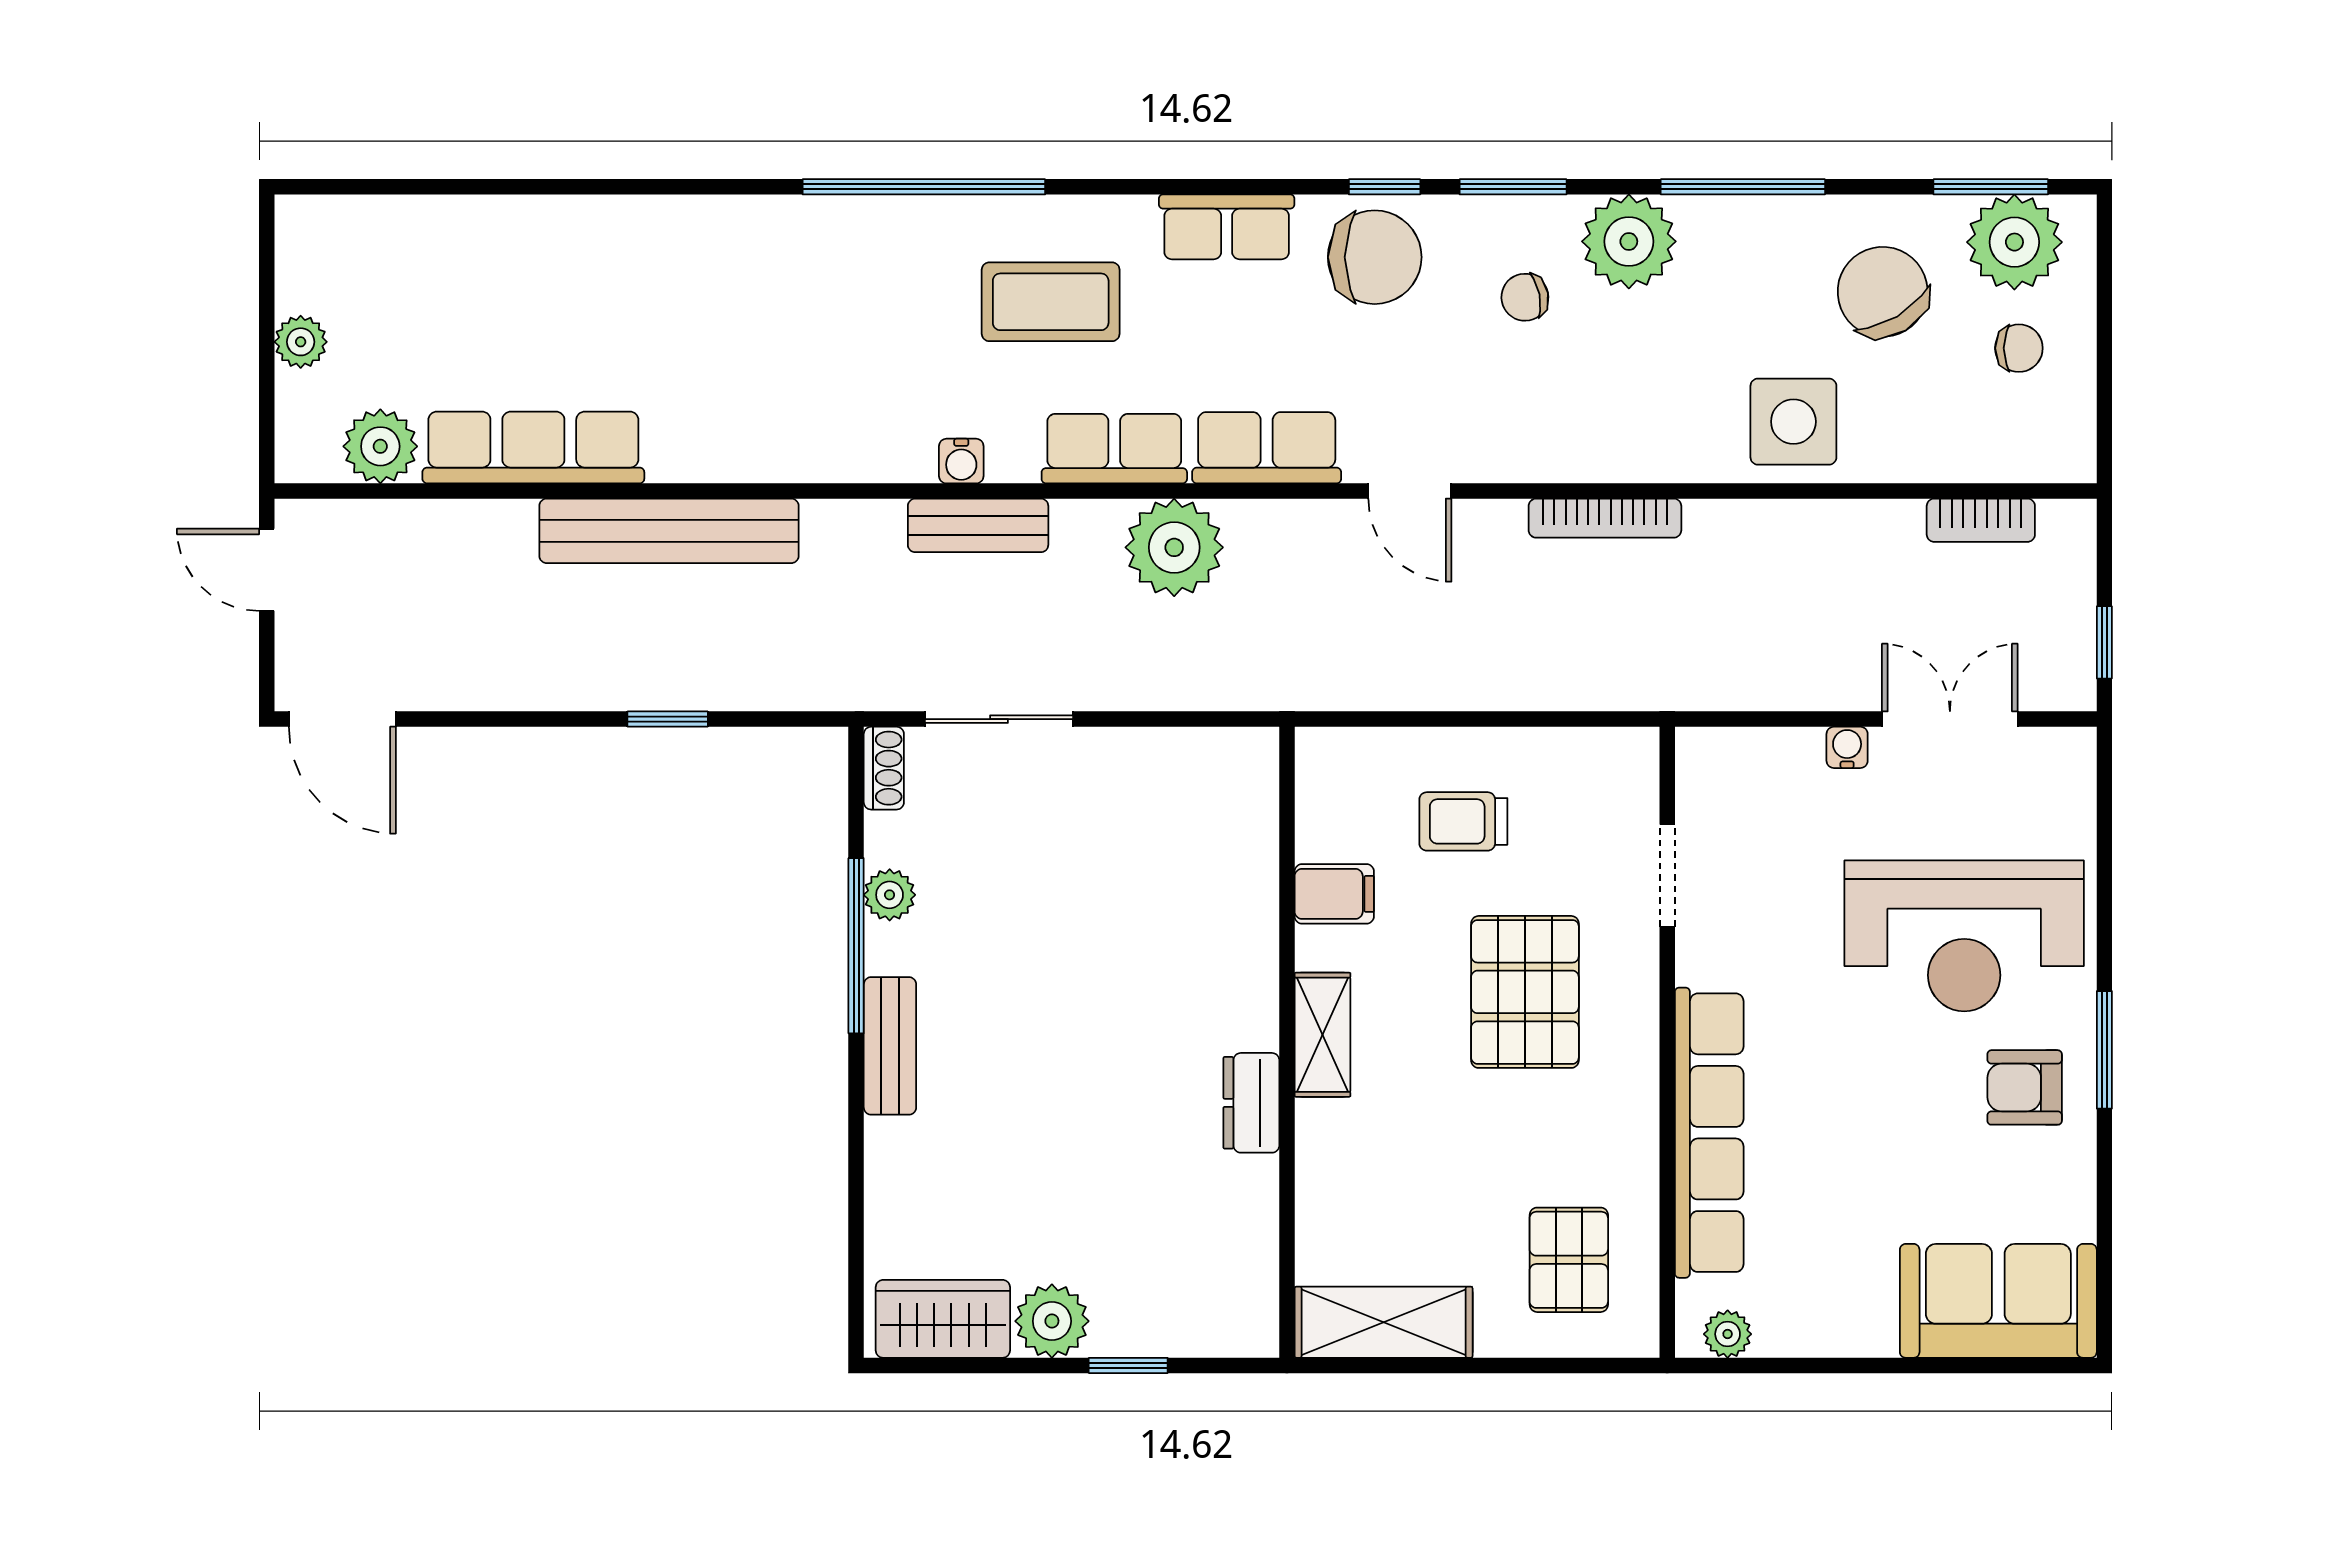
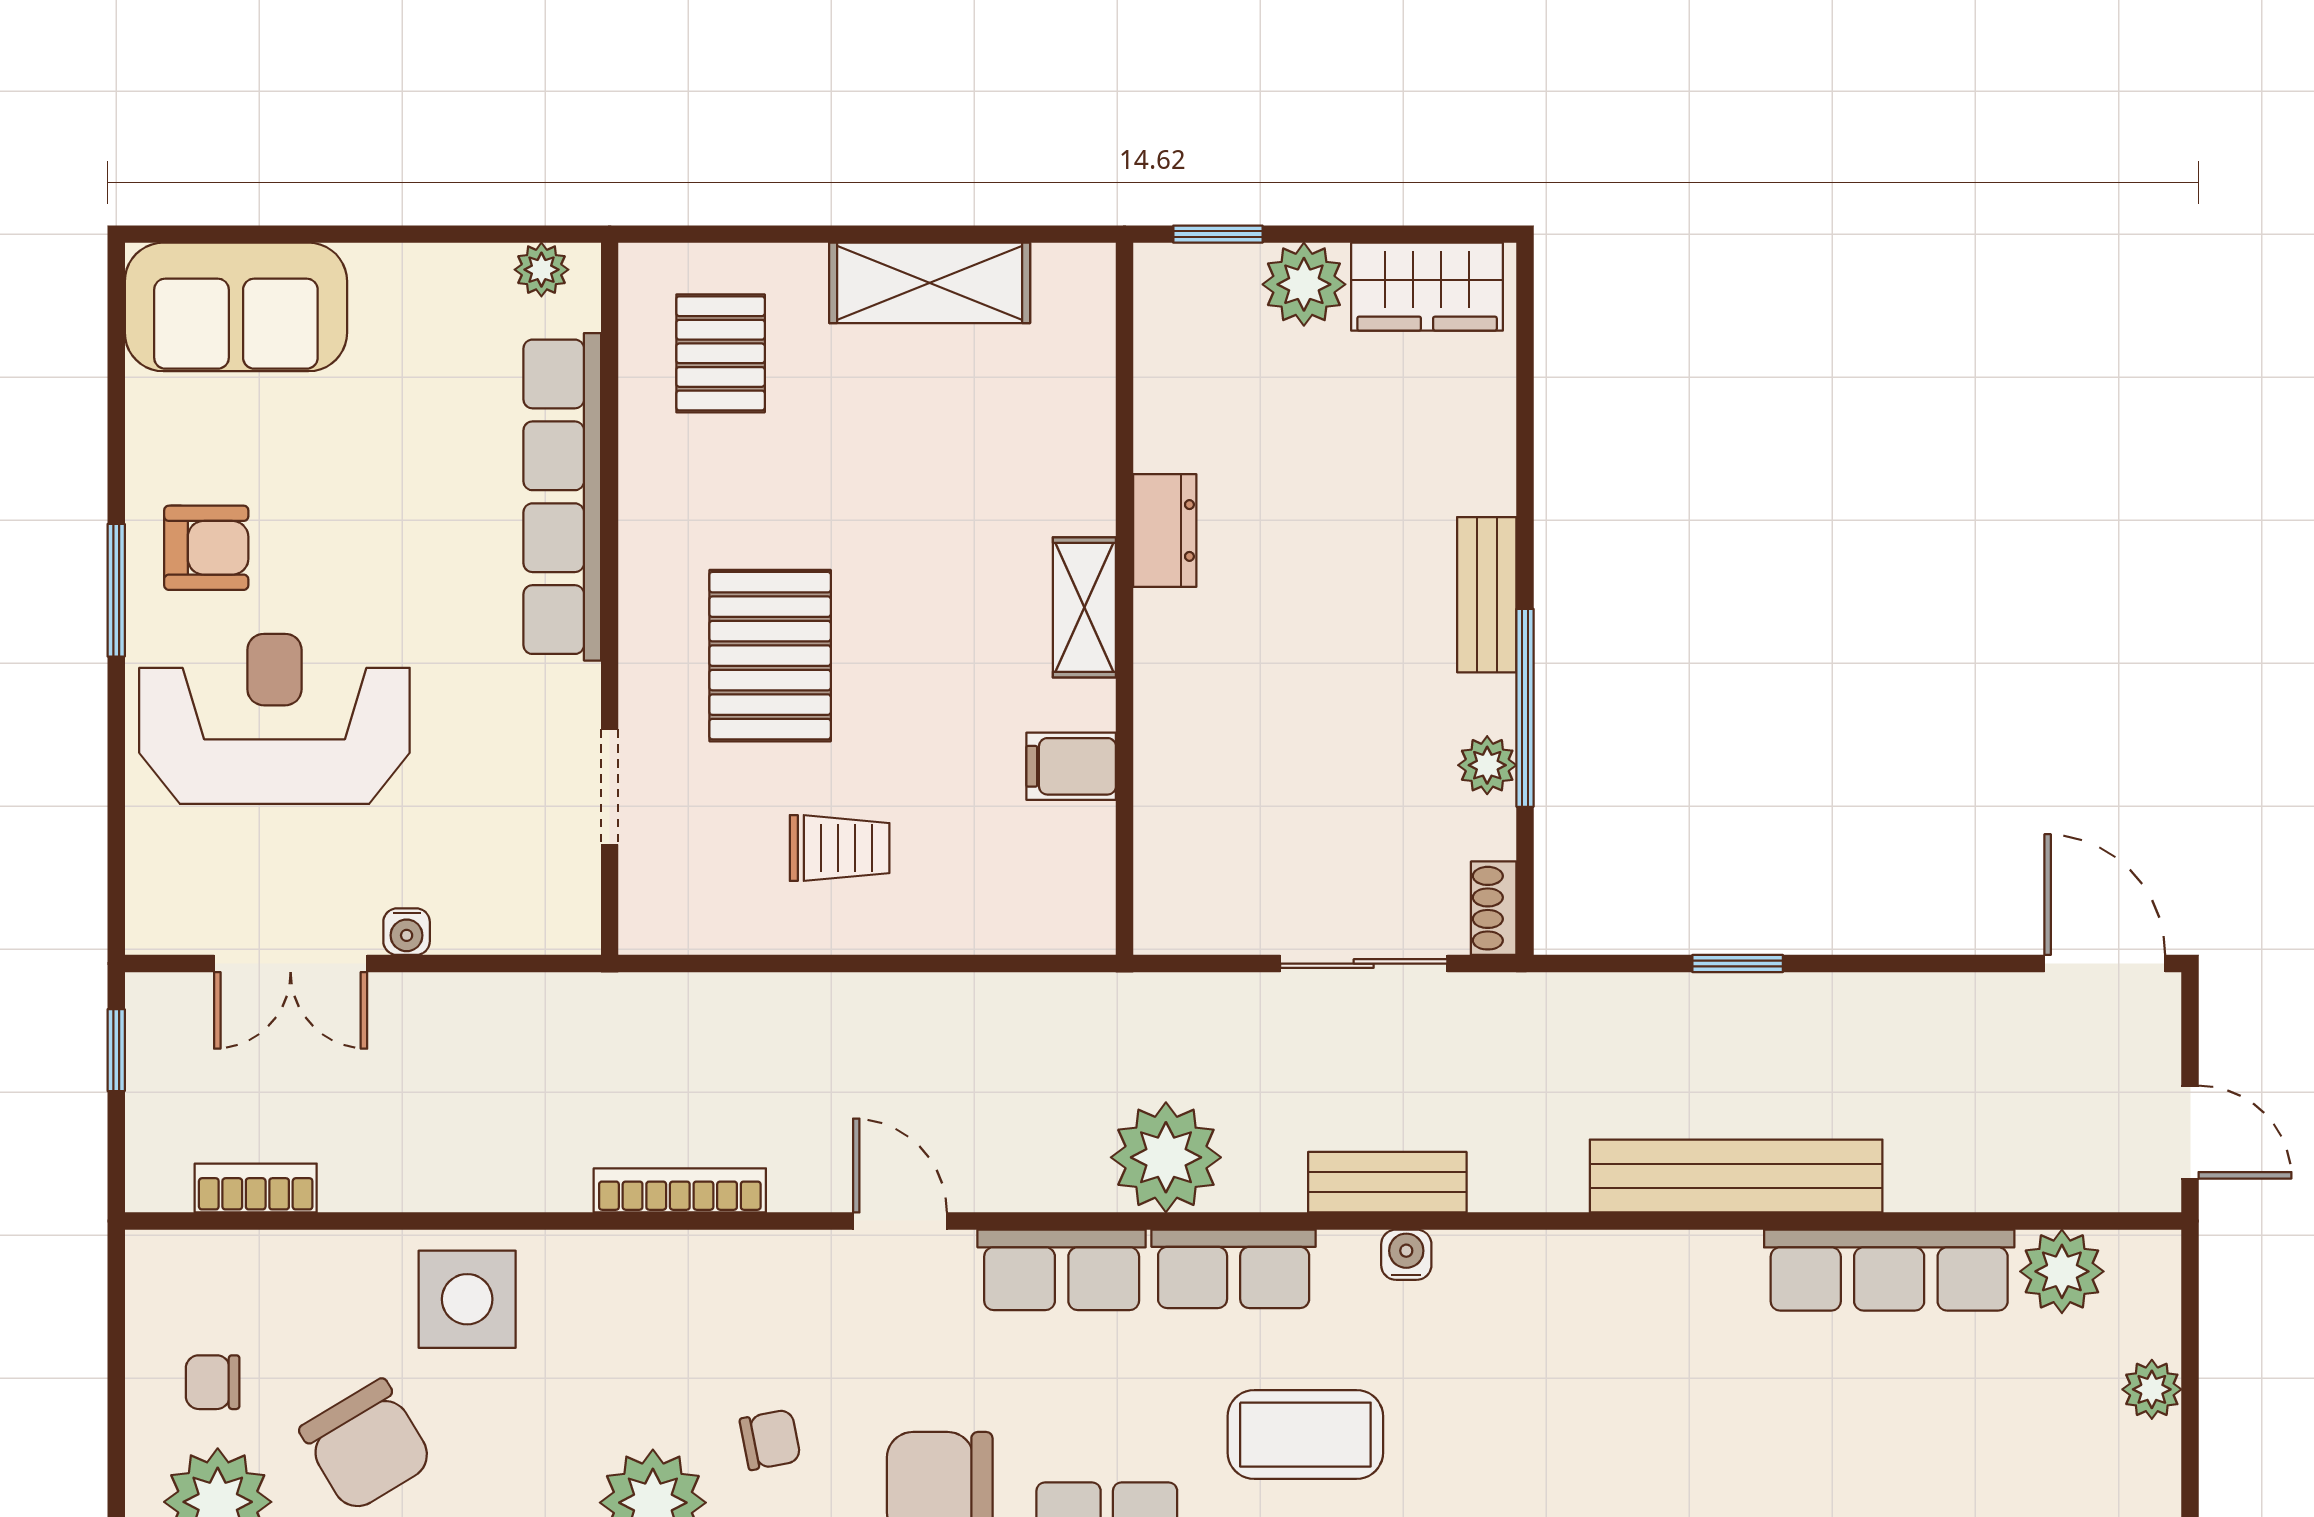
filing cabinet: (1334, 894) -> (1071, 766), moved
shelving: (1323, 1035) -> (1084, 607), moved
wall: (1287, 1042) -> (1125, 599), moved
dresser: (1251, 1103) -> (1165, 531), moved

